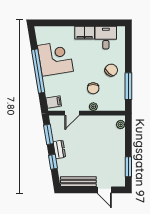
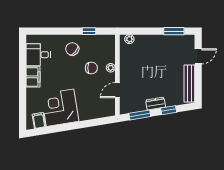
window: (38, 71) -> (73, 126), removed
window: (128, 86) -> (89, 31), width x0.46
filing cabinet: (54, 102) -> (39, 120), moved
door: (72, 113) -> (117, 90), swing flipped

